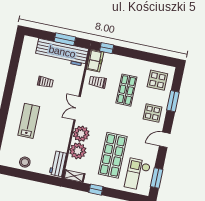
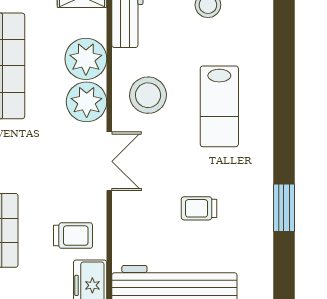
window: (12, 75) -> (284, 208), added
stool: (56, 131) -> (148, 95), added

